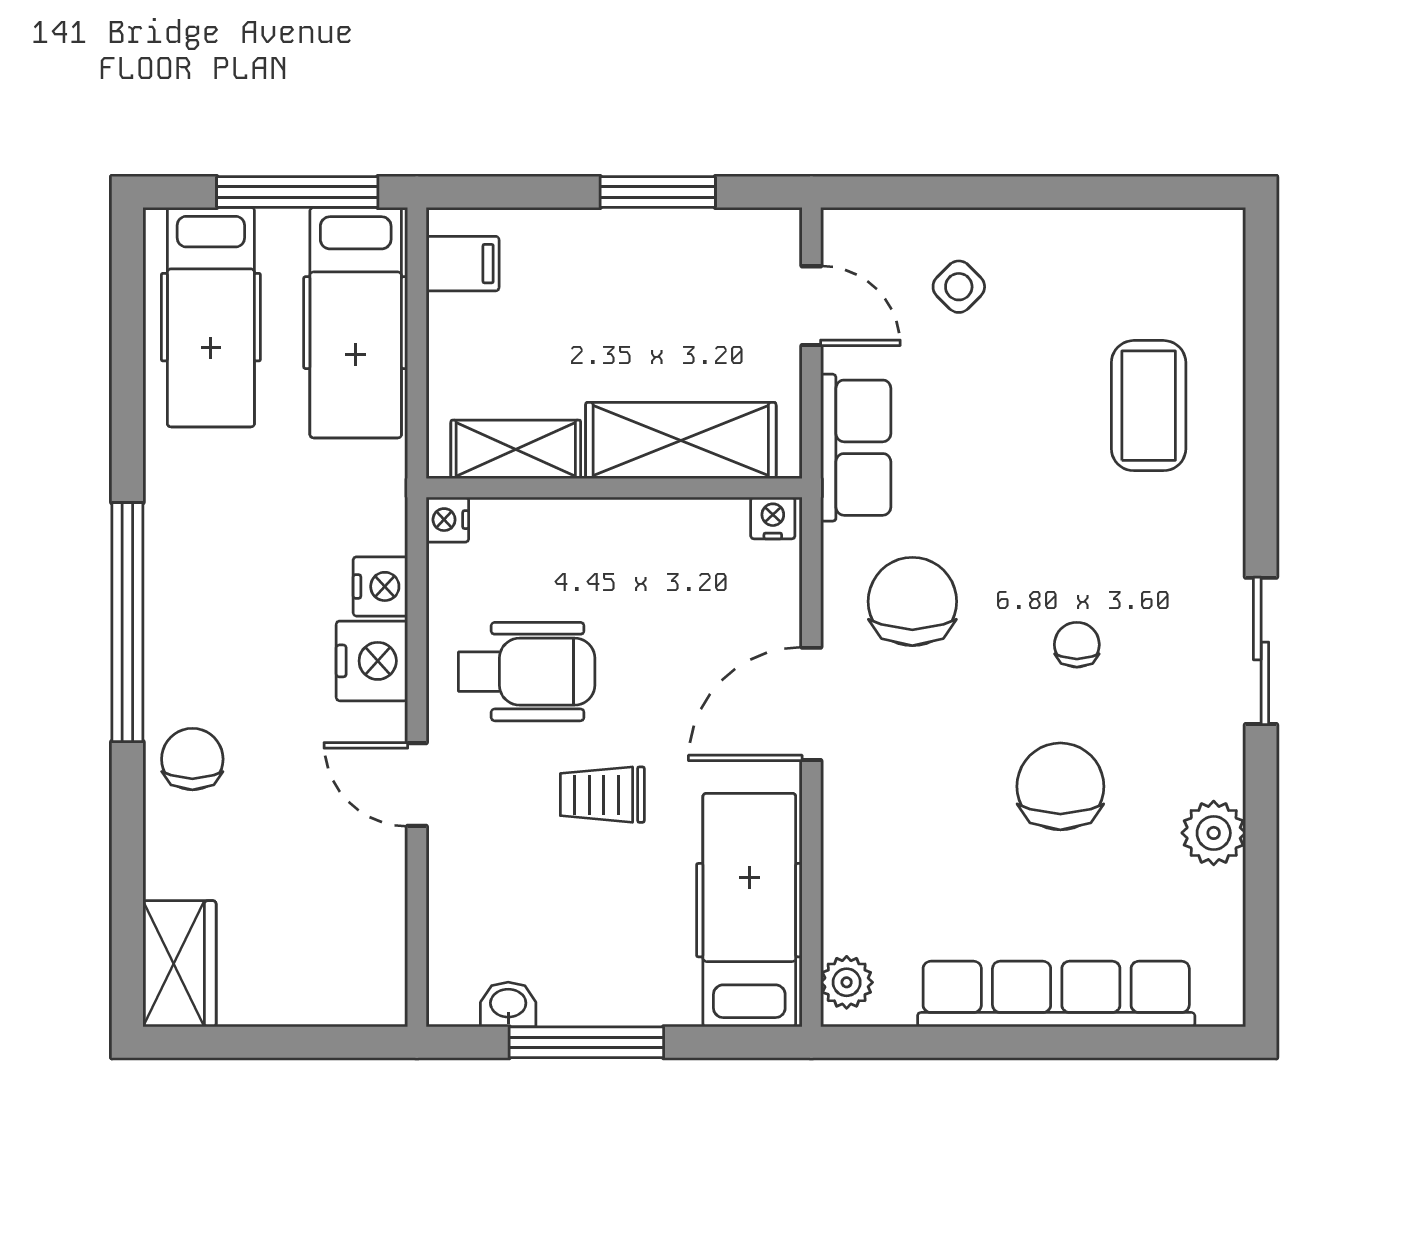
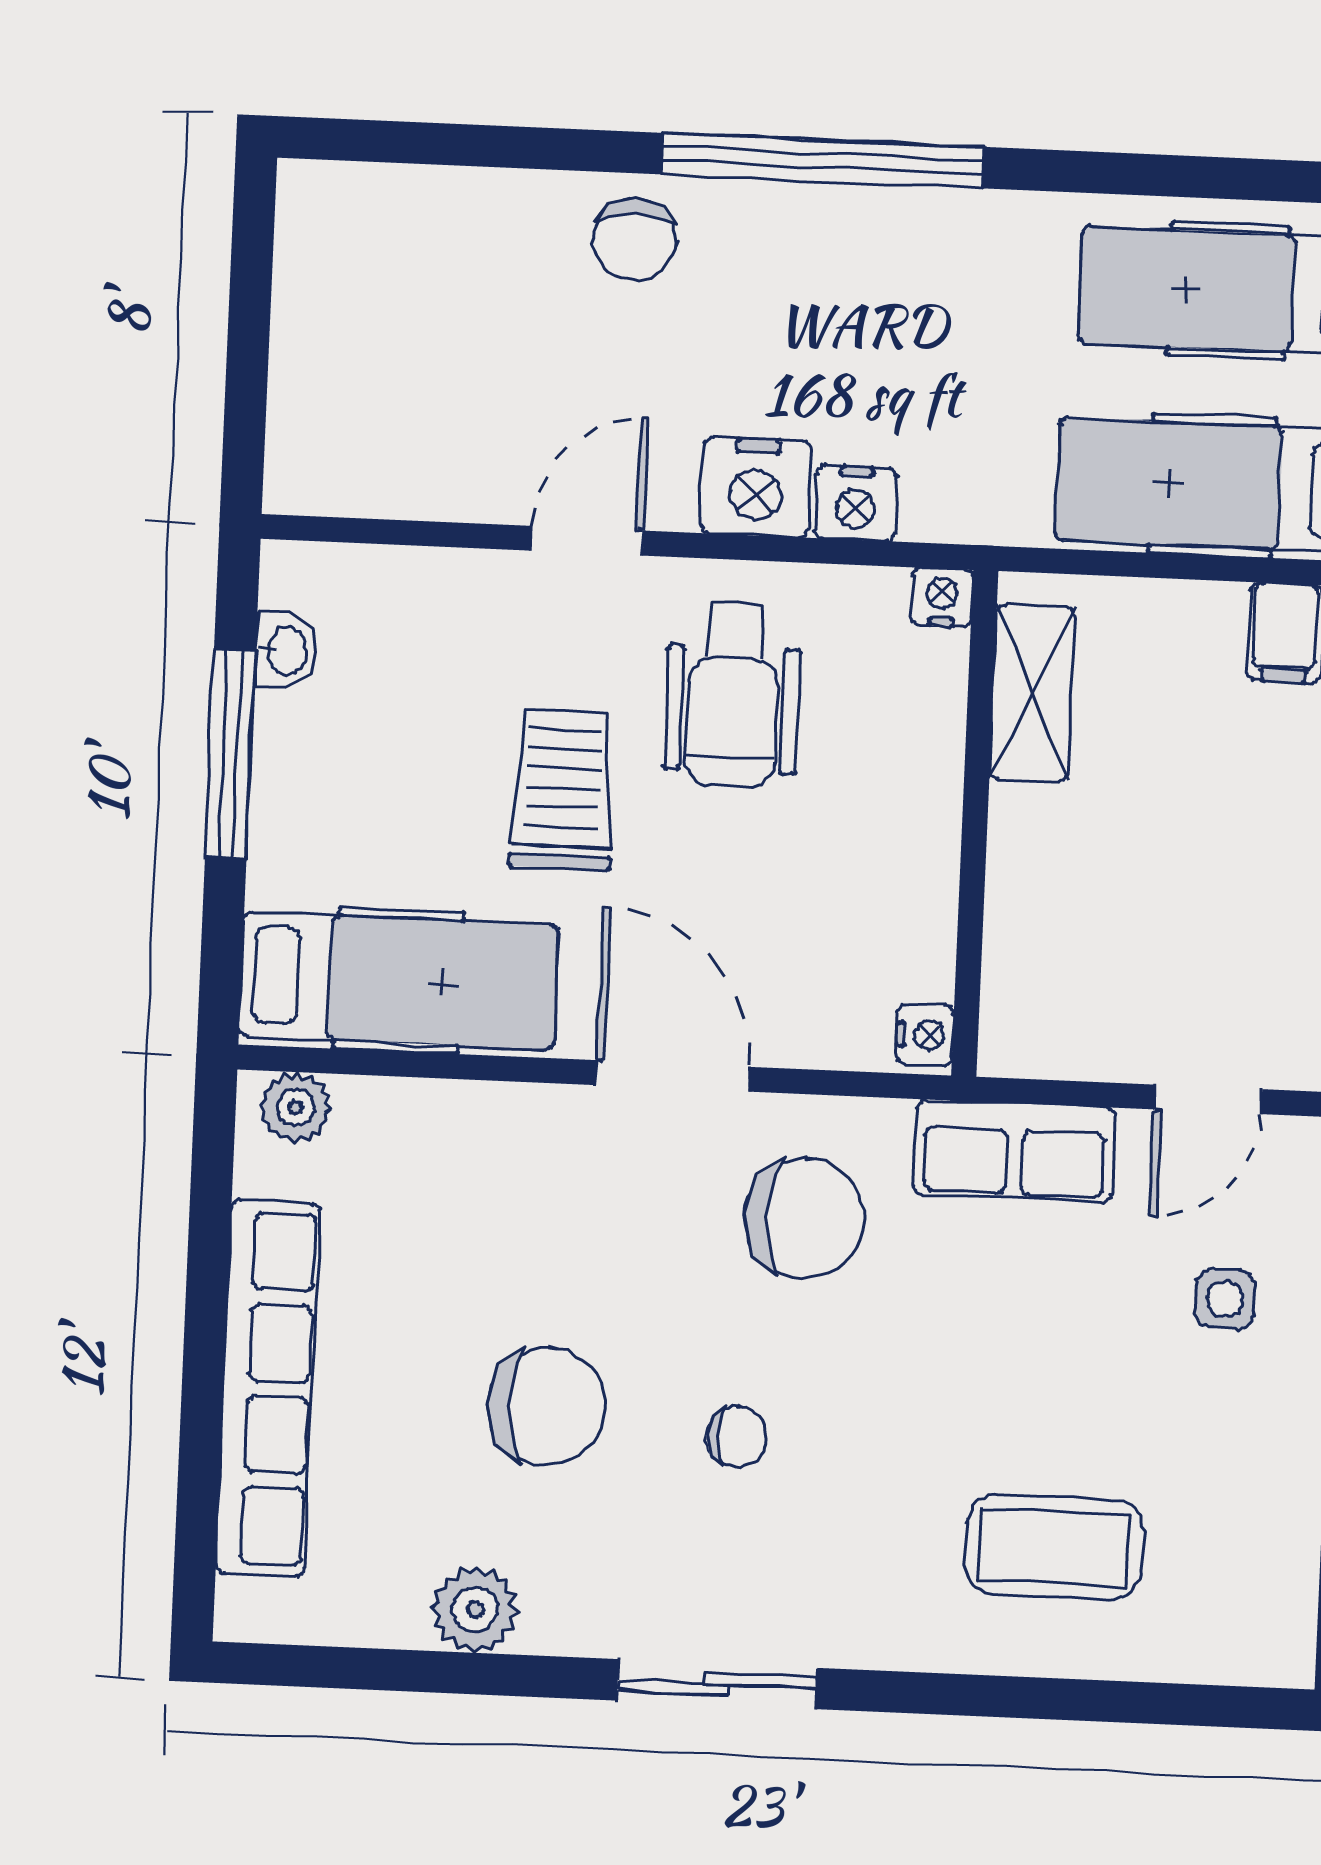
side table: (959, 287) -> (1225, 1299), turned 45
shelving: (681, 440) -> (1034, 916), removed
chair: (192, 759) -> (634, 240), turned 90
trolley: (602, 795) -> (563, 789), width x1.36, depth x1.39
wardrobe: (179, 964) -> (360, 211), removed

